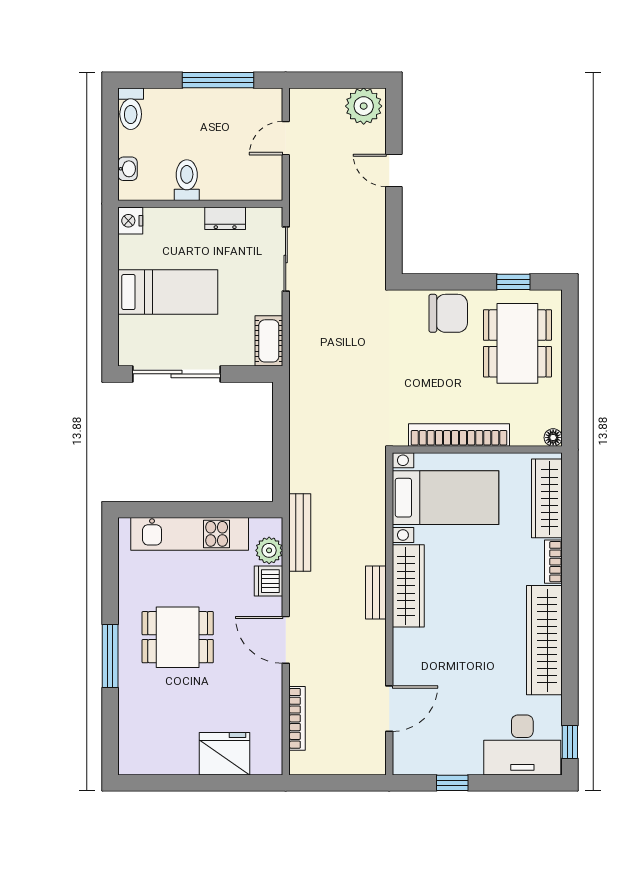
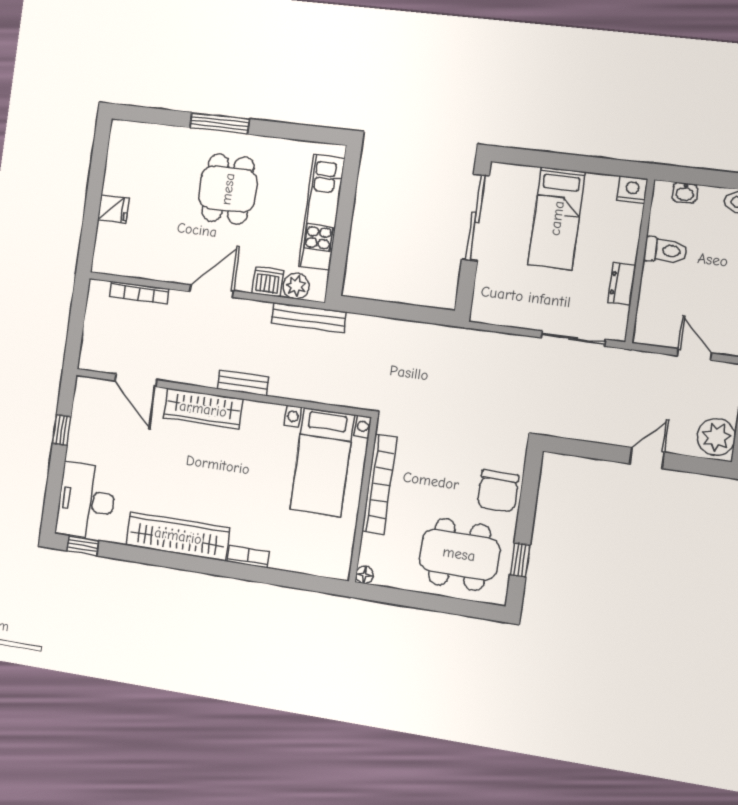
cot: (269, 341) -> (495, 312), removed
wardrobe: (547, 498) -> (308, 560), removed
wardrobe: (408, 586) -> (203, 409), moved
fridge: (224, 754) -> (113, 209), width x0.53, depth x0.75

